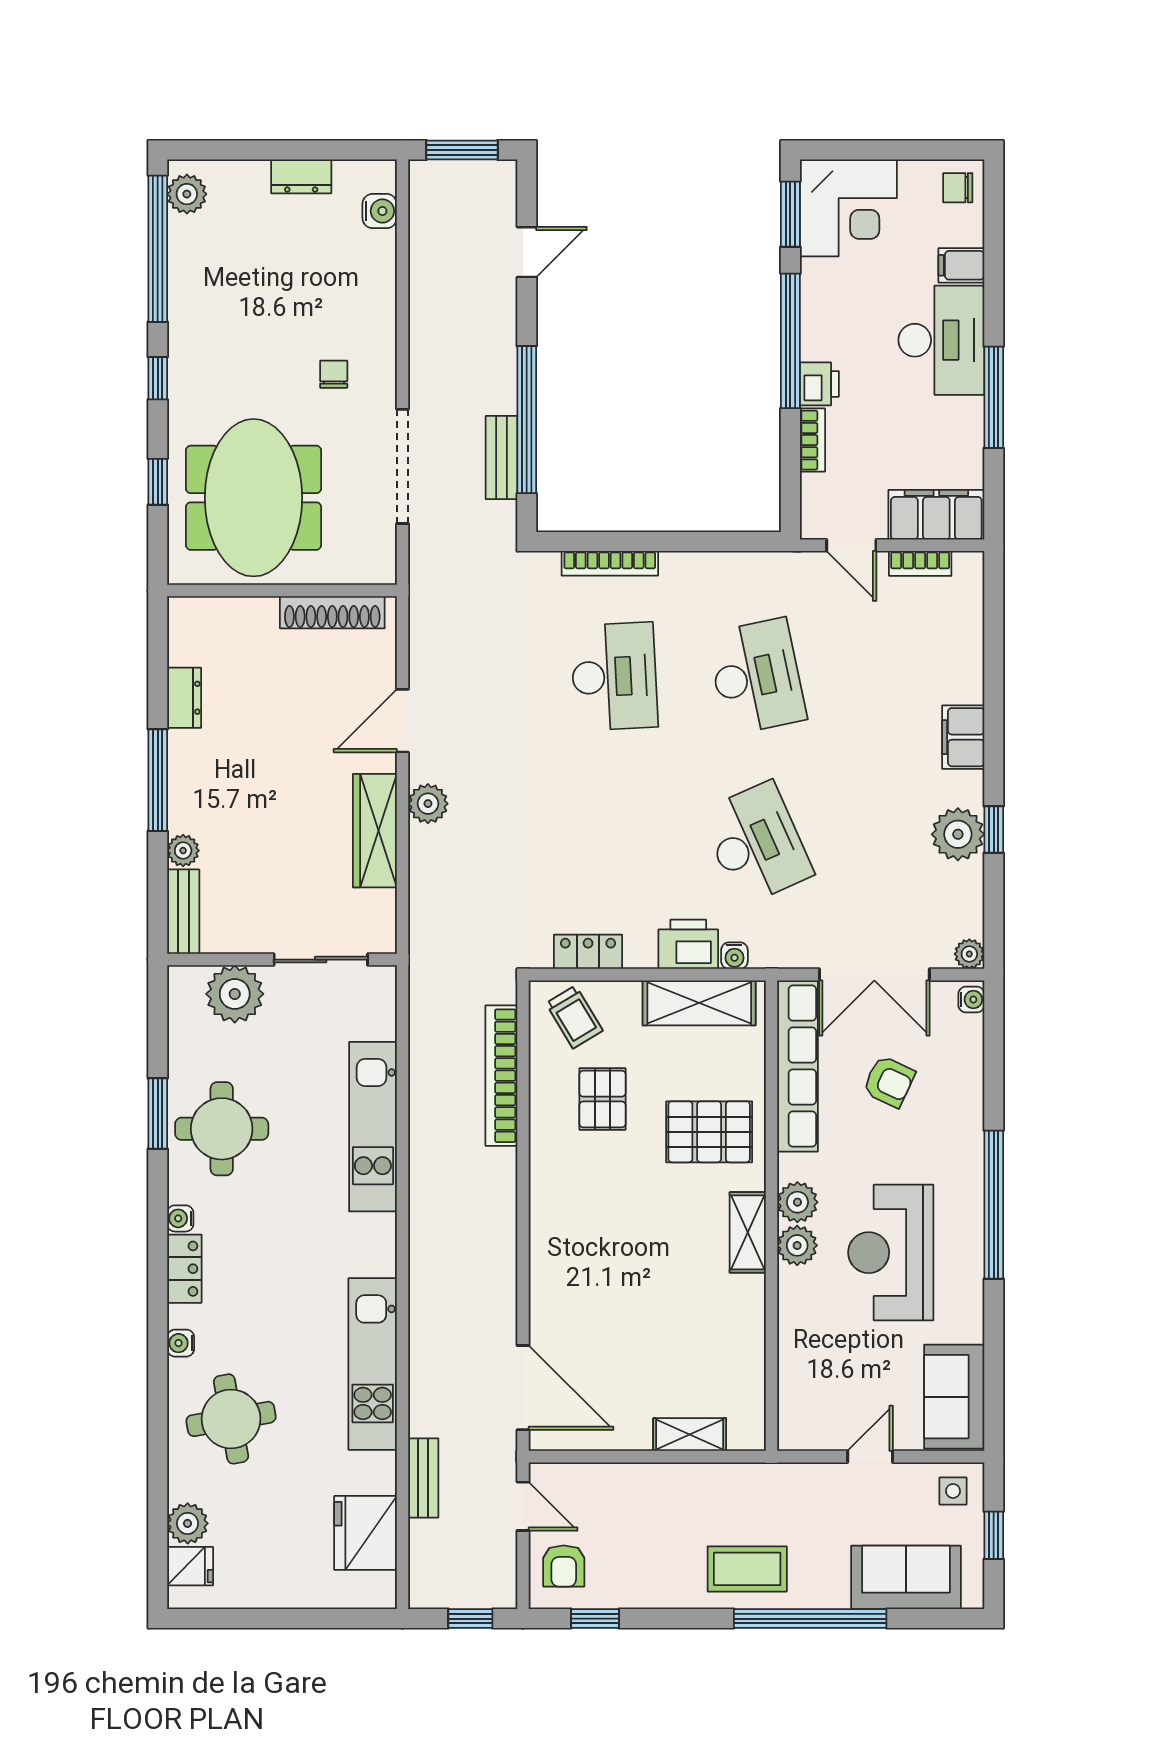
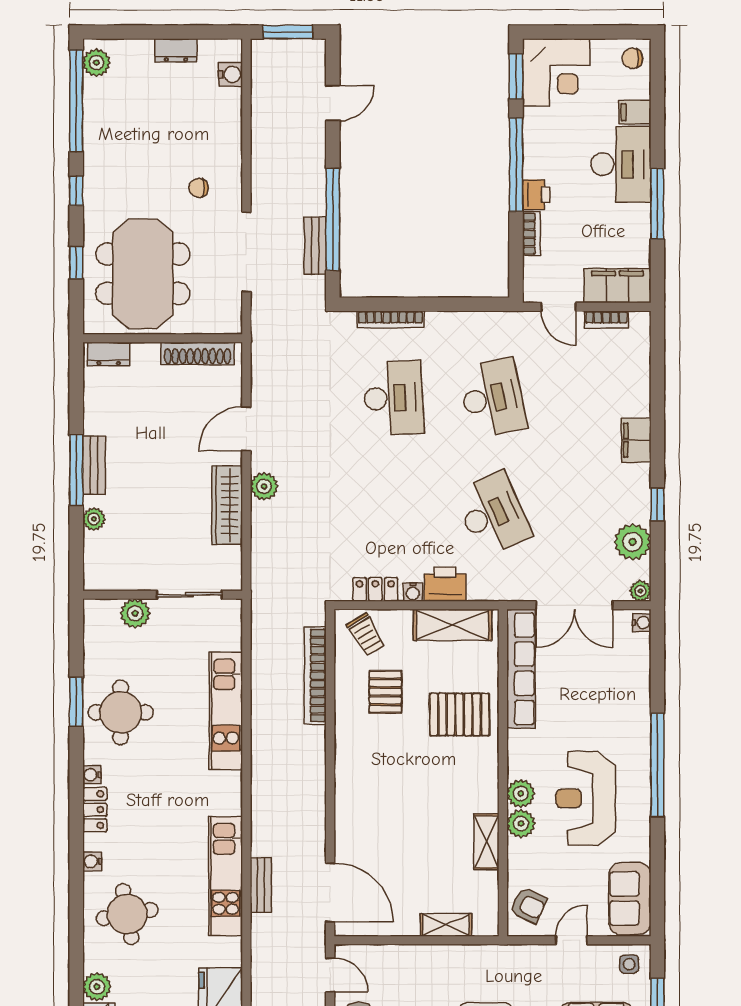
chair: (334, 374) -> (199, 188), turned -90
dresser: (184, 698) -> (109, 354), moved, turned 90
plant: (958, 834) -> (632, 542), moved
bench: (183, 912) -> (94, 465), moved
water cooler: (734, 956) -> (413, 592), moved
plant: (235, 994) -> (135, 613), width x0.73, depth x0.73
armchair: (889, 1082) -> (528, 905), moved
plant: (797, 1202) -> (521, 824), moved
shelving: (748, 1232) -> (486, 842), moved
bench: (423, 1478) -> (261, 885), moved

